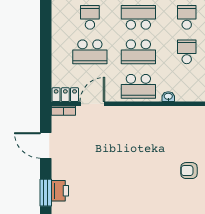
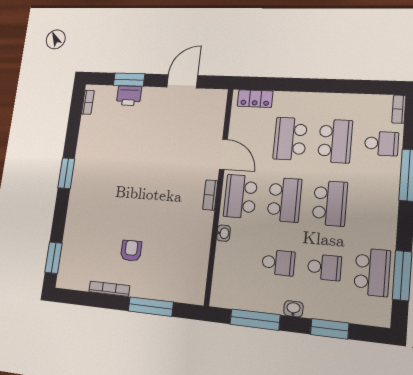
school desk: (90, 17) -> (335, 141), width x1.85
school desk: (138, 52) -> (284, 200), turned 180
locker: (65, 95) -> (255, 99), moved, turned 90
door: (92, 104) -> (223, 154), moved
bookcase: (63, 111) -> (210, 195), moved

